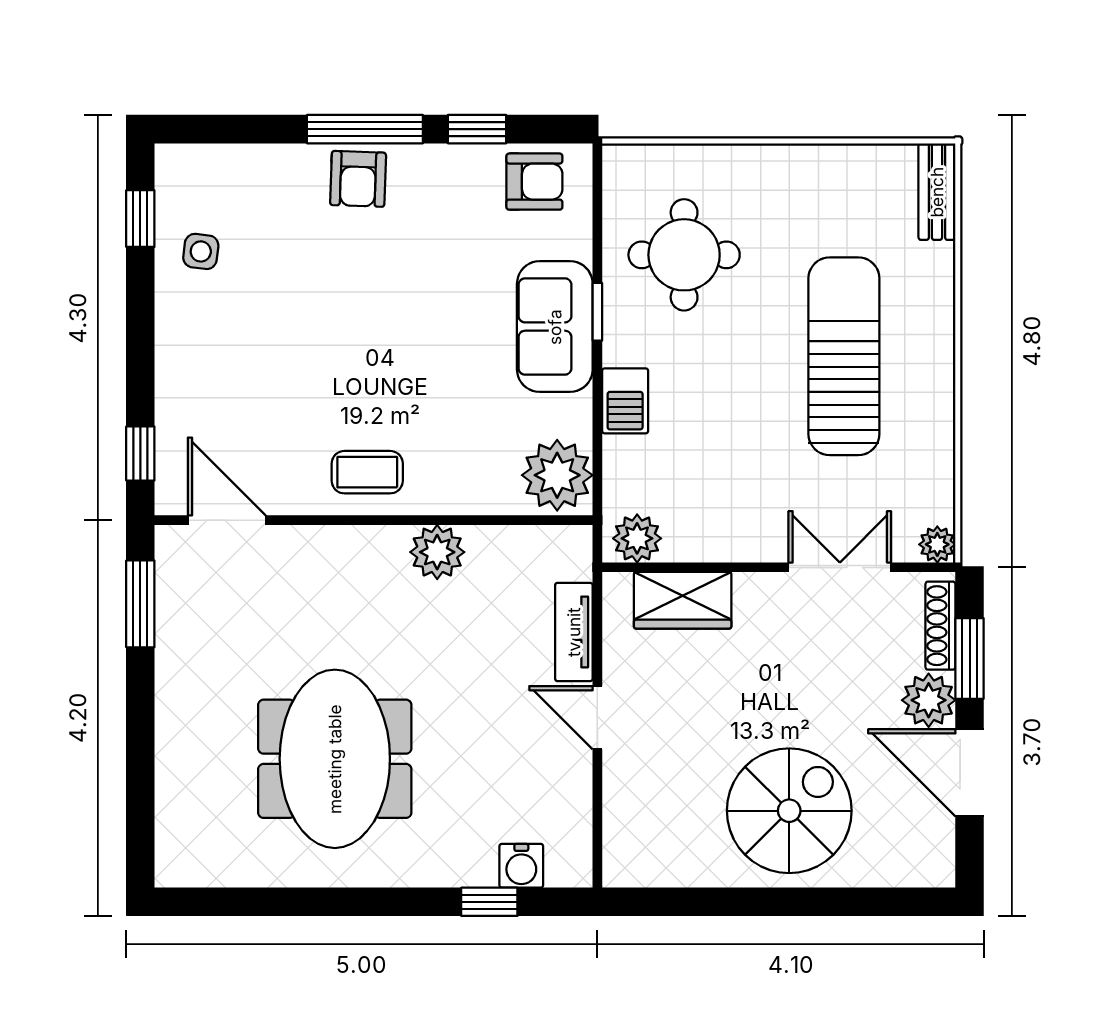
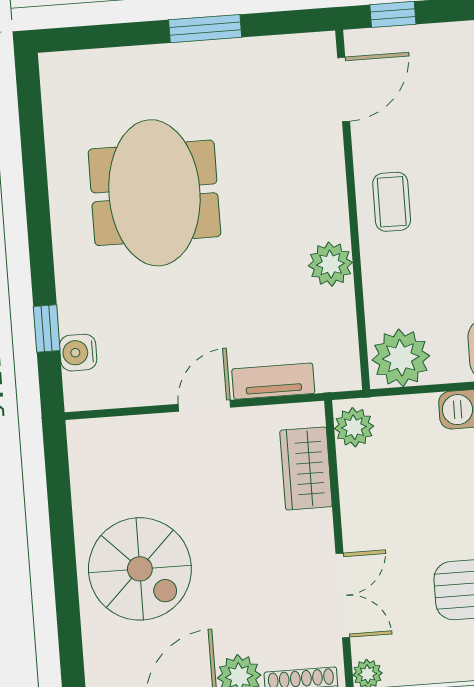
window: (140, 604) -> (205, 29), moved
meeting table: (335, 759) -> (154, 193), turned 90

